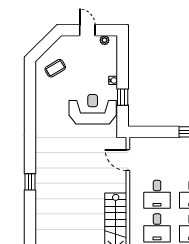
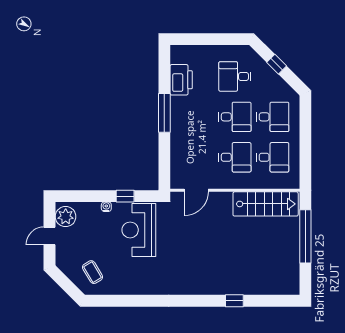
plant: (105, 40) -> (66, 217), width x1.88, depth x1.88
window: (30, 182) -> (234, 301), moved

